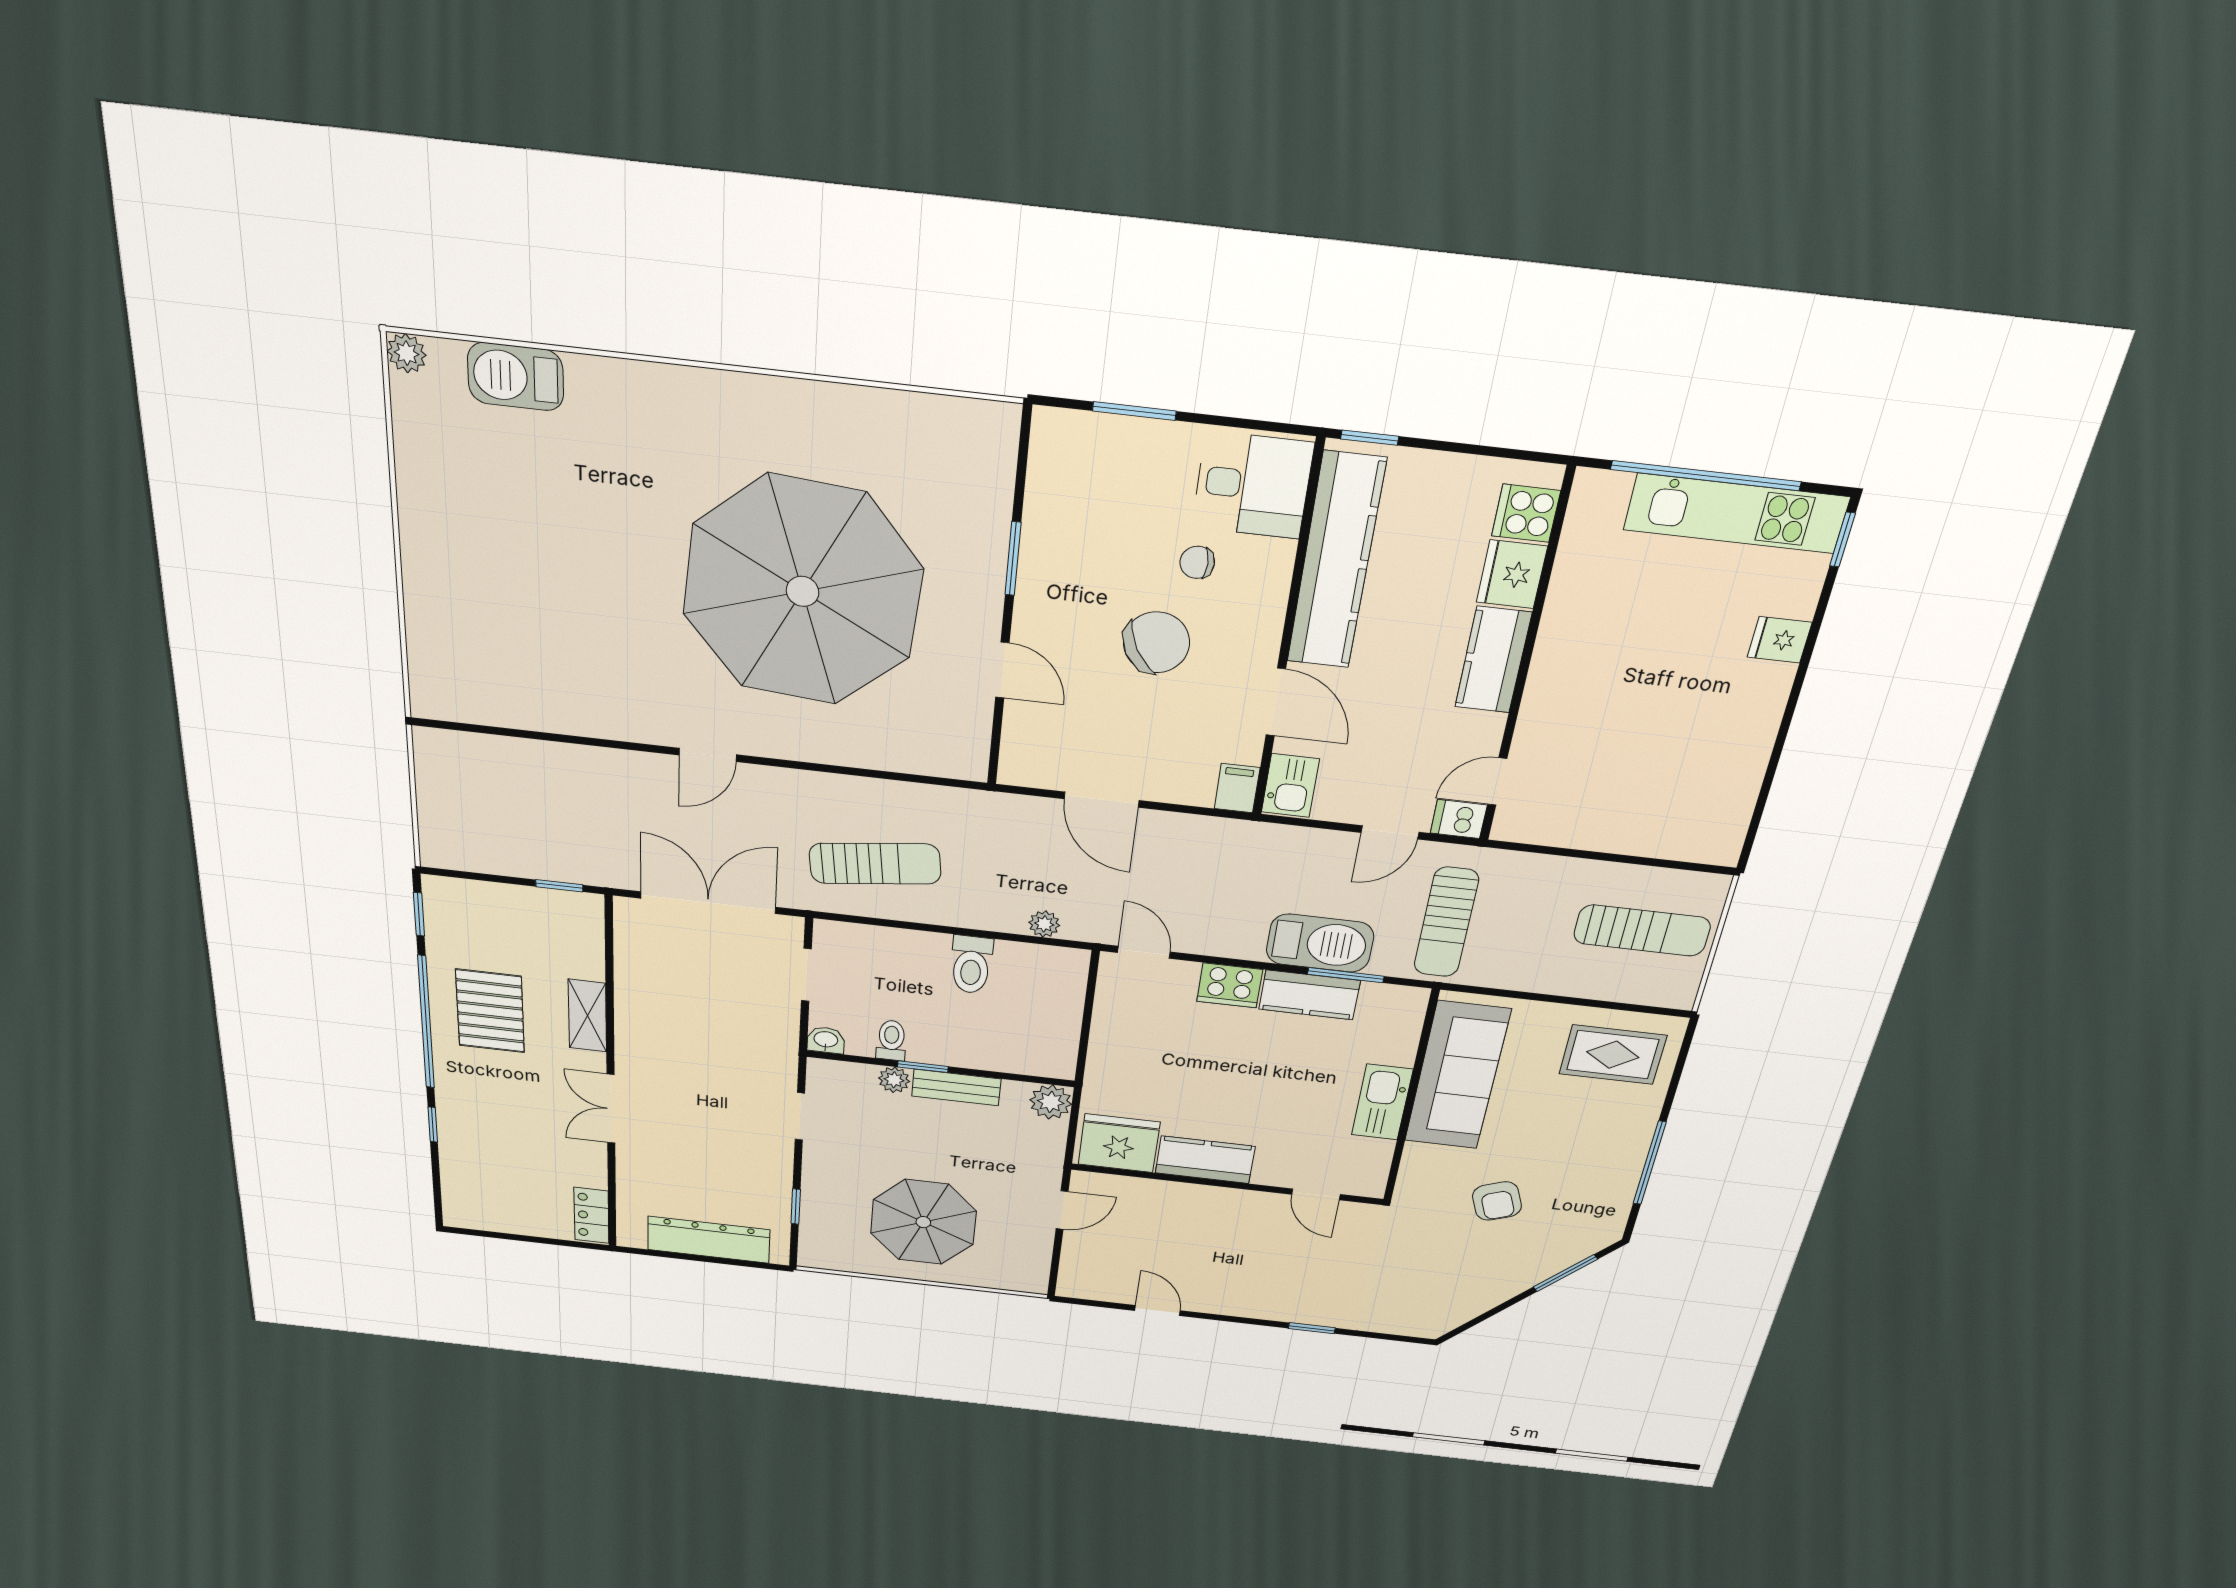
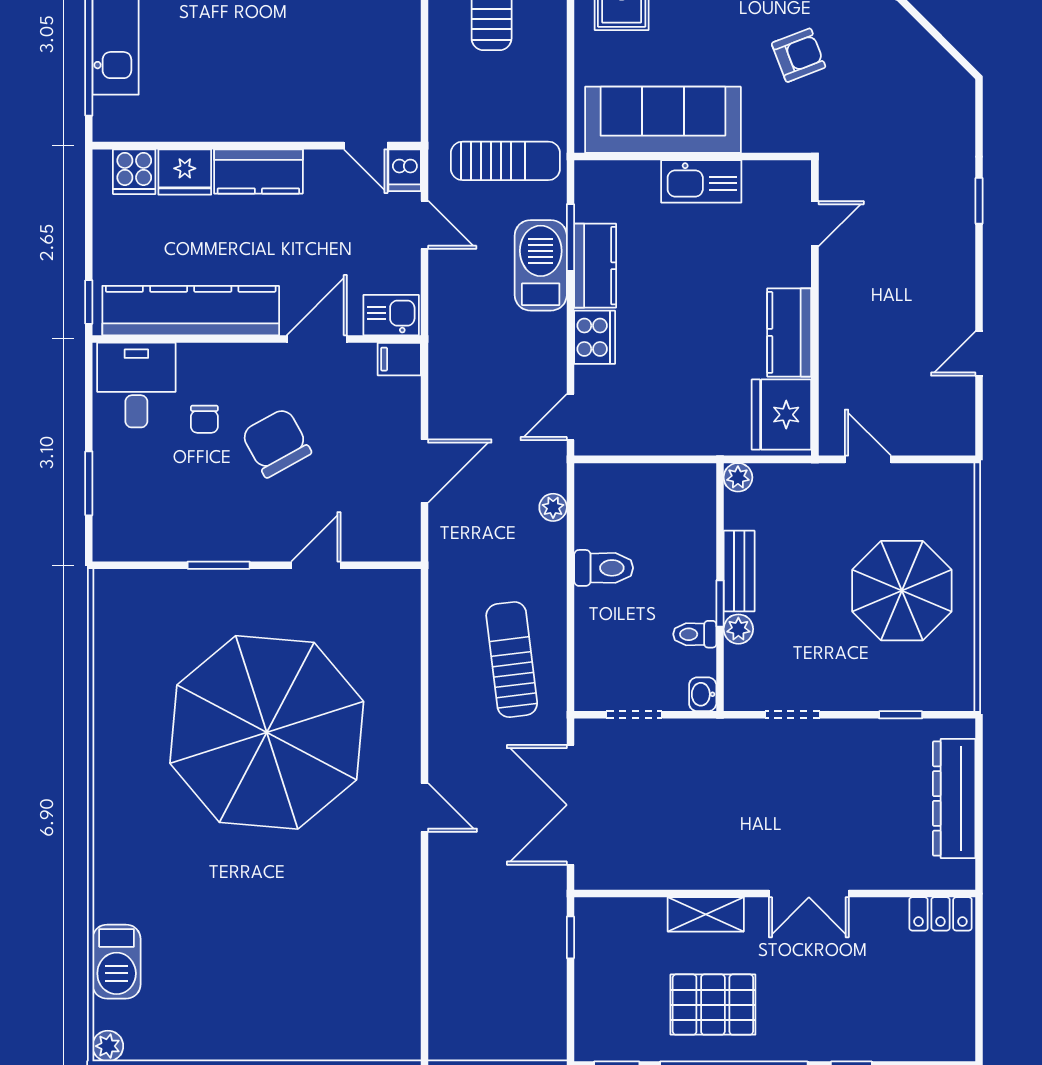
plant: (1051, 1102) -> (738, 477), width x0.73, depth x0.73

